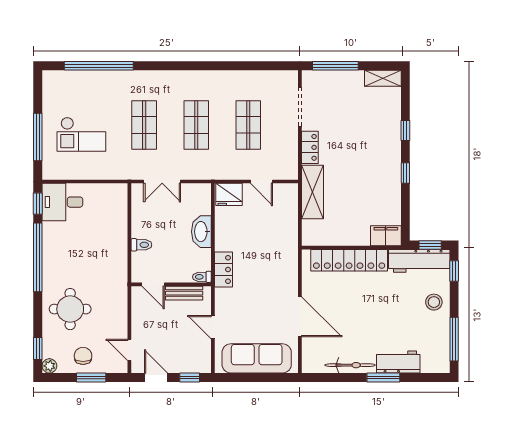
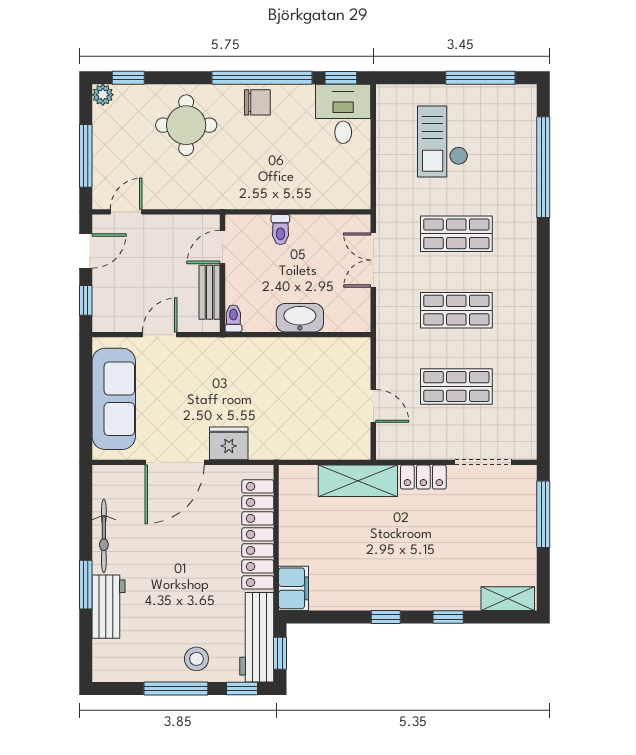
shelving: (383, 78) -> (508, 599), moved, turned 90
window: (38, 137) -> (480, 78), moved
door: (261, 181) -> (373, 406), swing flipped
fridge: (229, 194) -> (229, 443), moved, turned 90
locker: (224, 270) -> (244, 350), removed
window: (454, 339) -> (176, 689), moved
chair: (83, 356) -> (257, 102), moved
window: (91, 377) -> (86, 156), width x1.44

